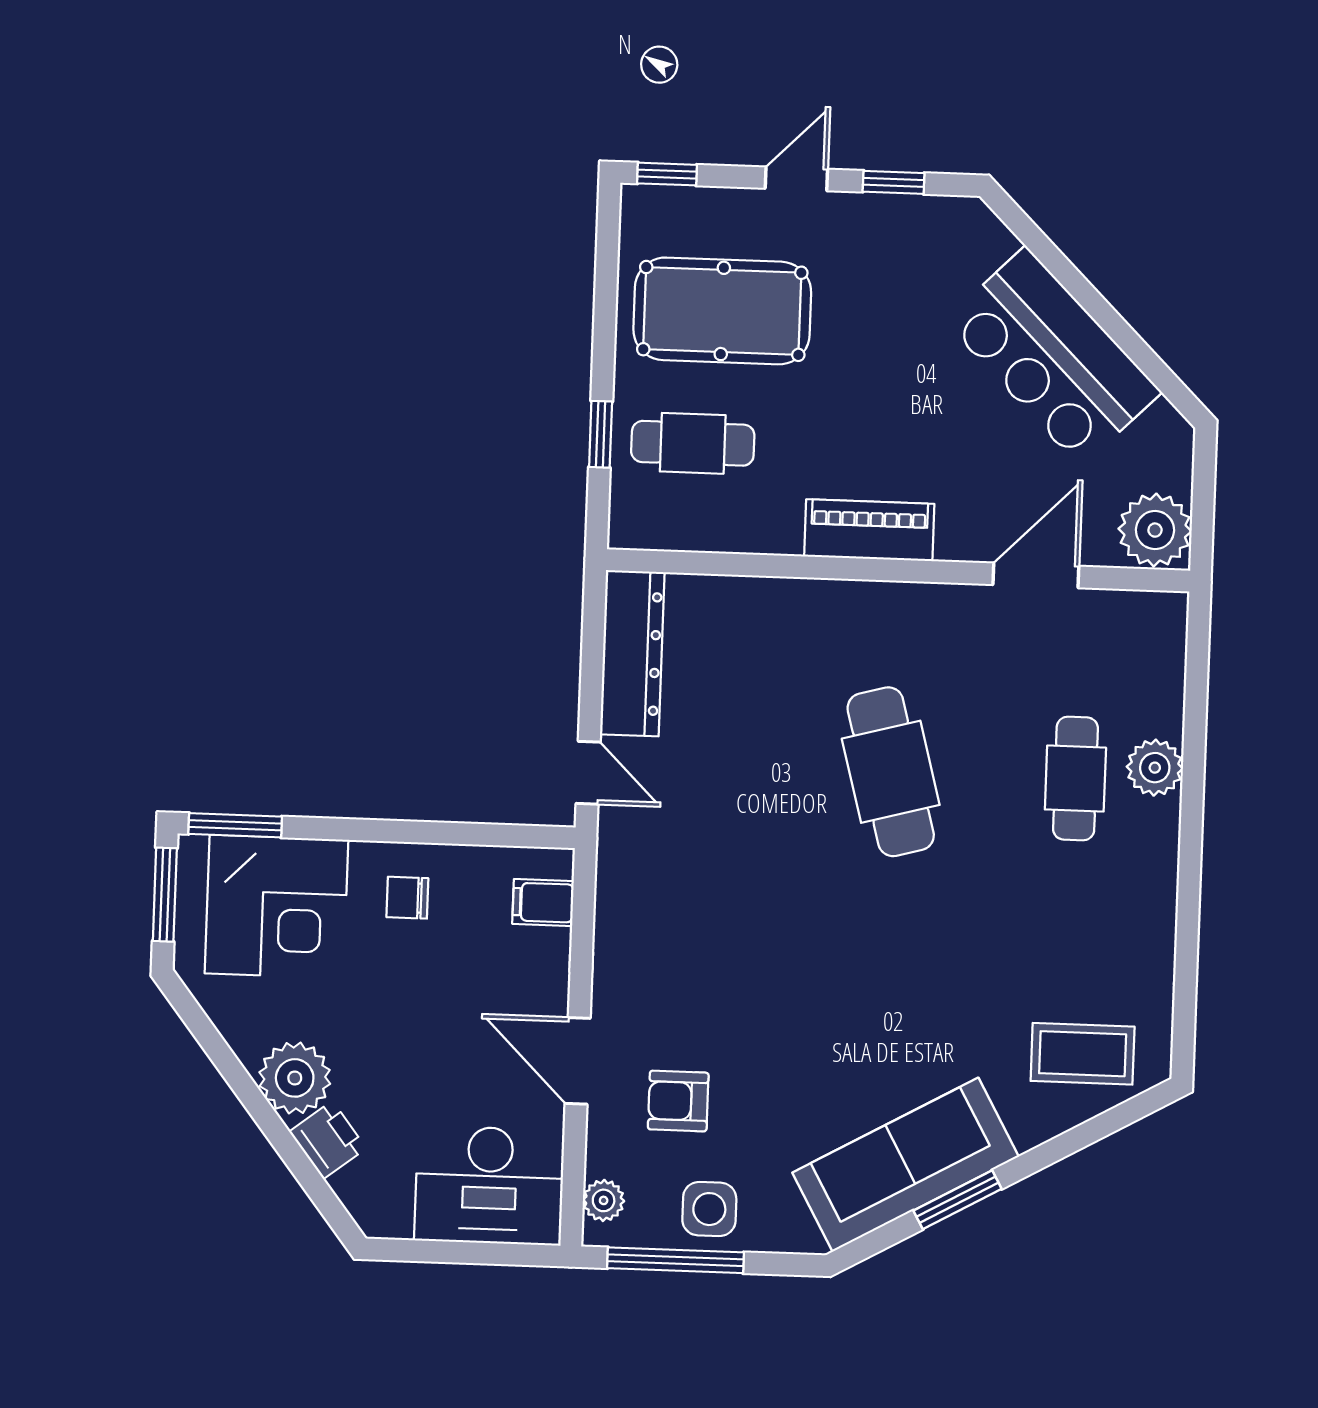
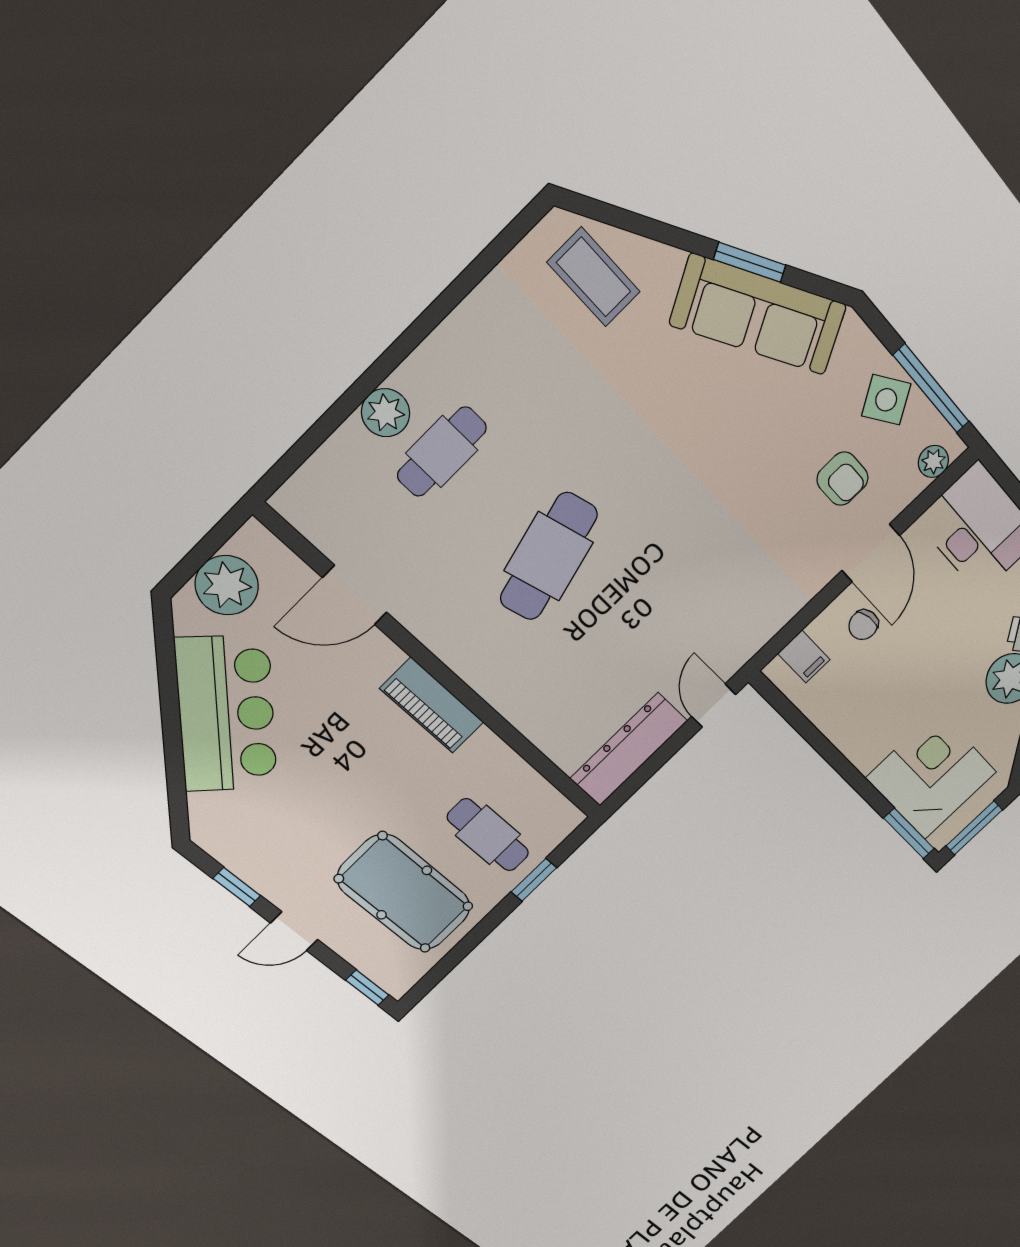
plant: (1155, 530) -> (227, 585), moved
chair: (407, 898) -> (863, 625), moved, turned 81
side table: (709, 1209) -> (886, 400), turned -33

